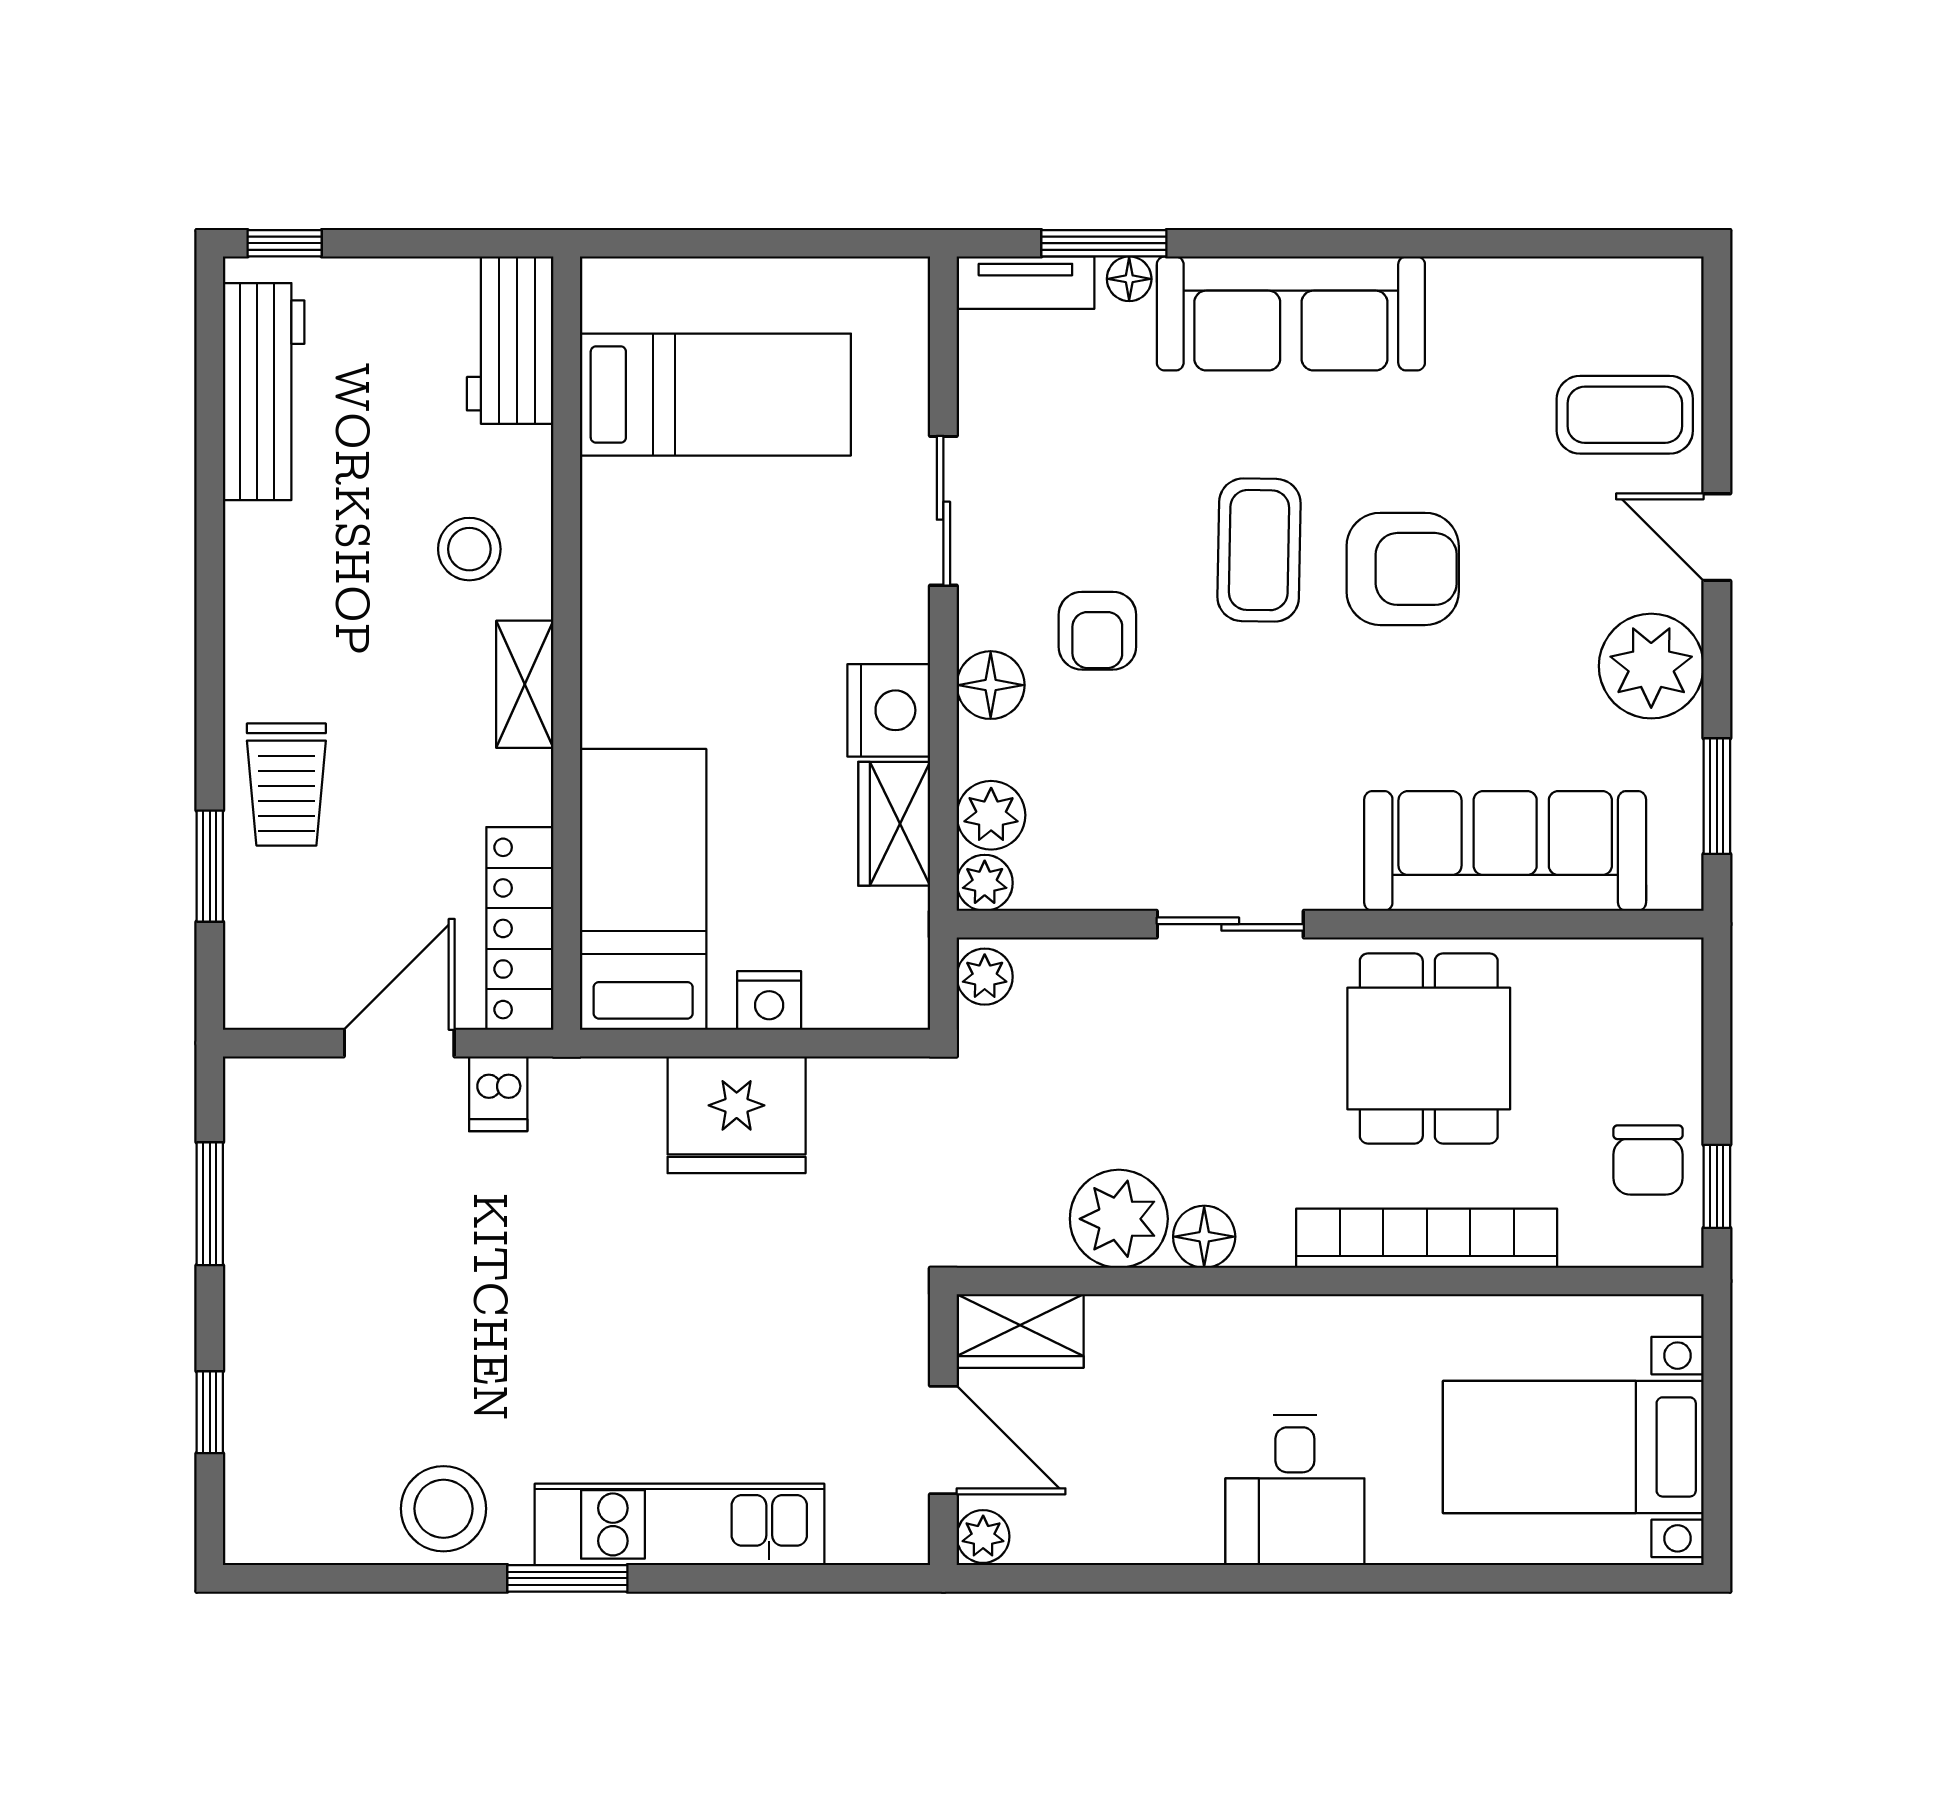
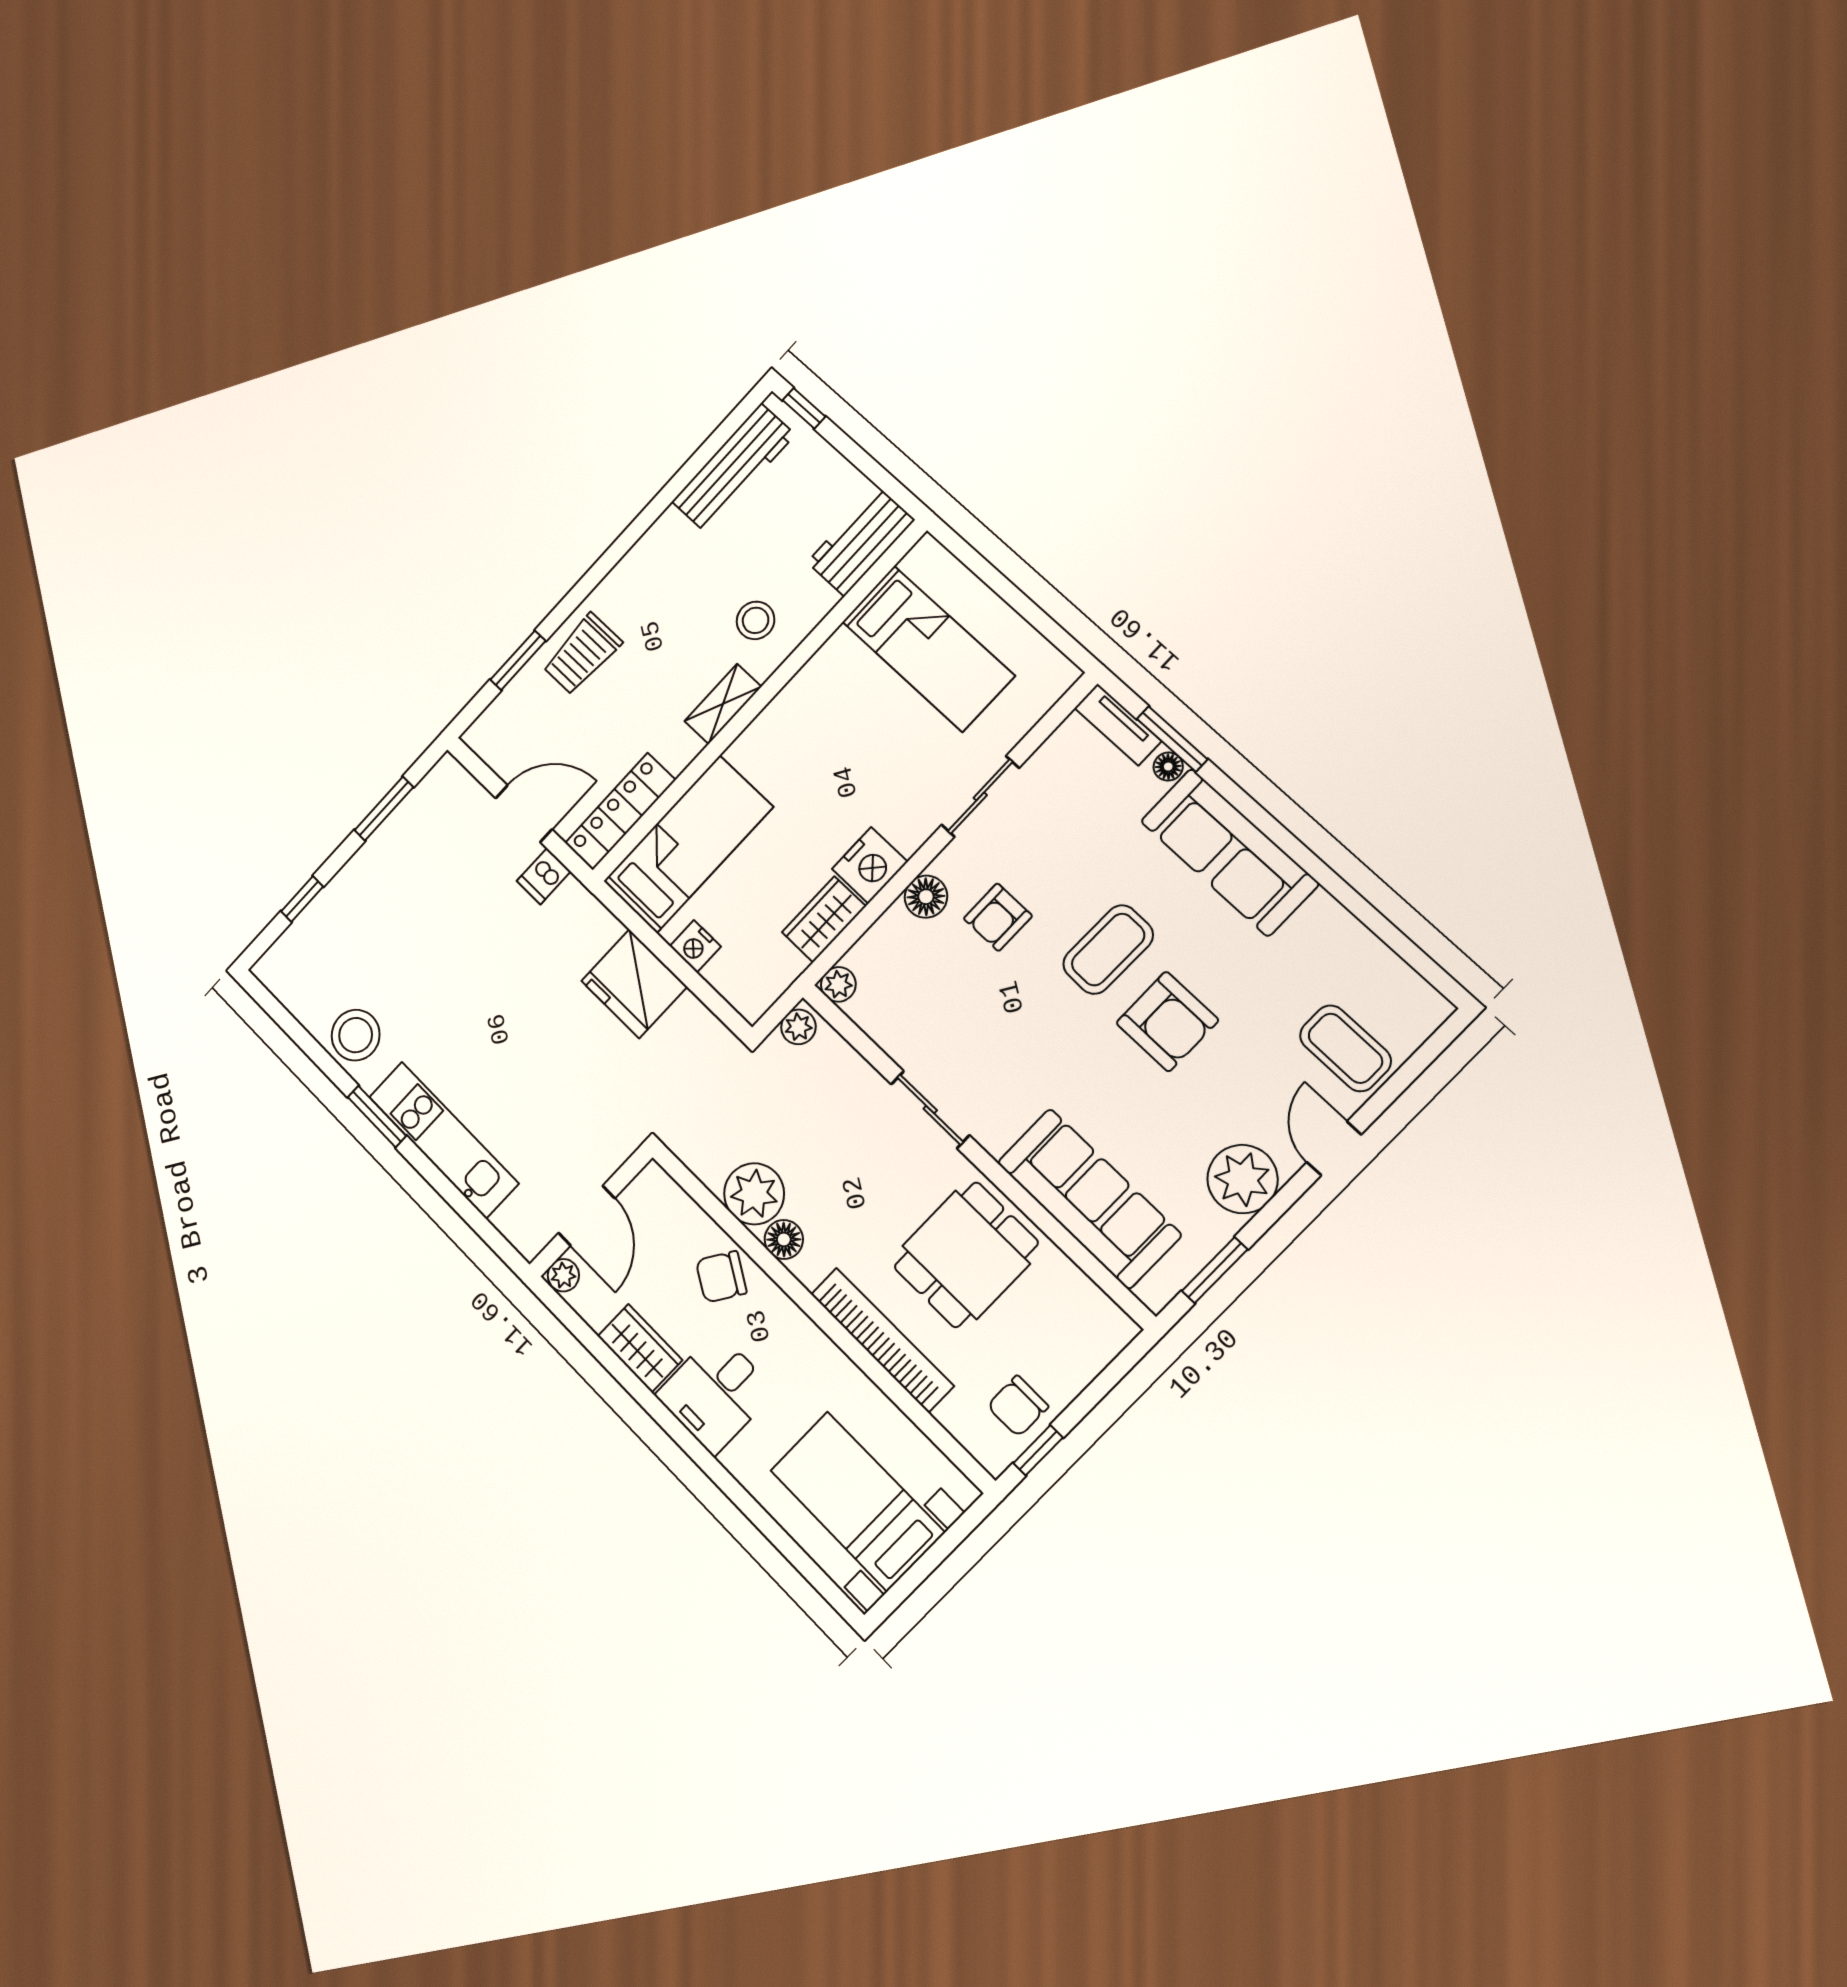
plant: (991, 815) -> (870, 956), removed
wardrobe: (1020, 1331) -> (640, 1348), moved, turned 180
chair: (1173, 1351) -> (721, 1277), added

